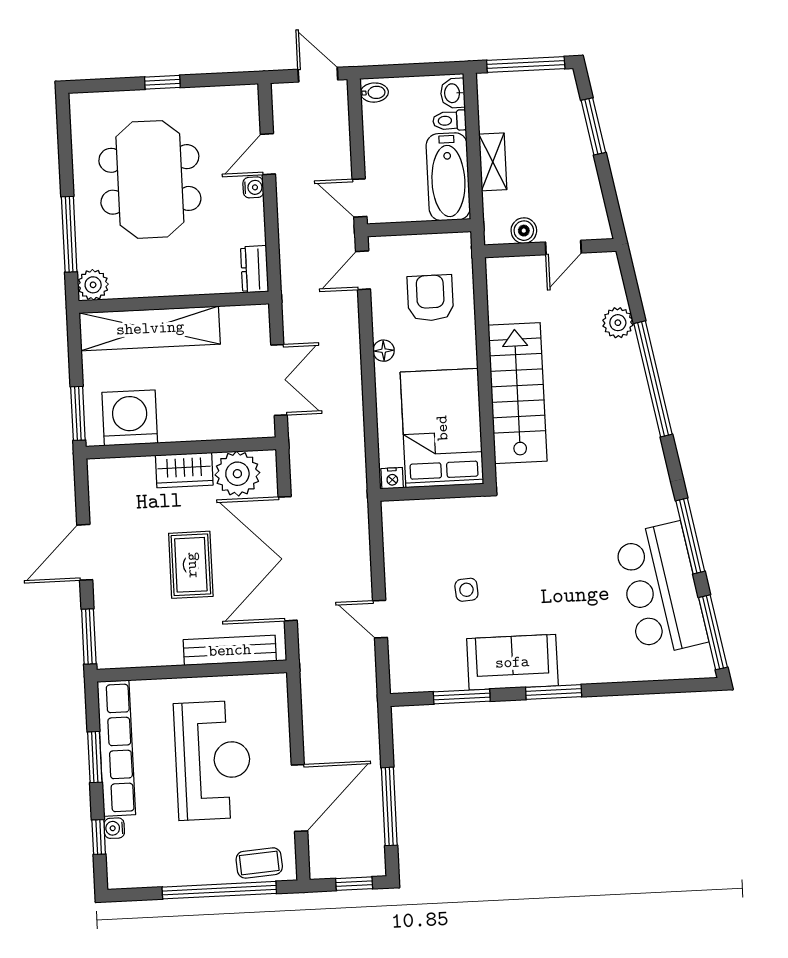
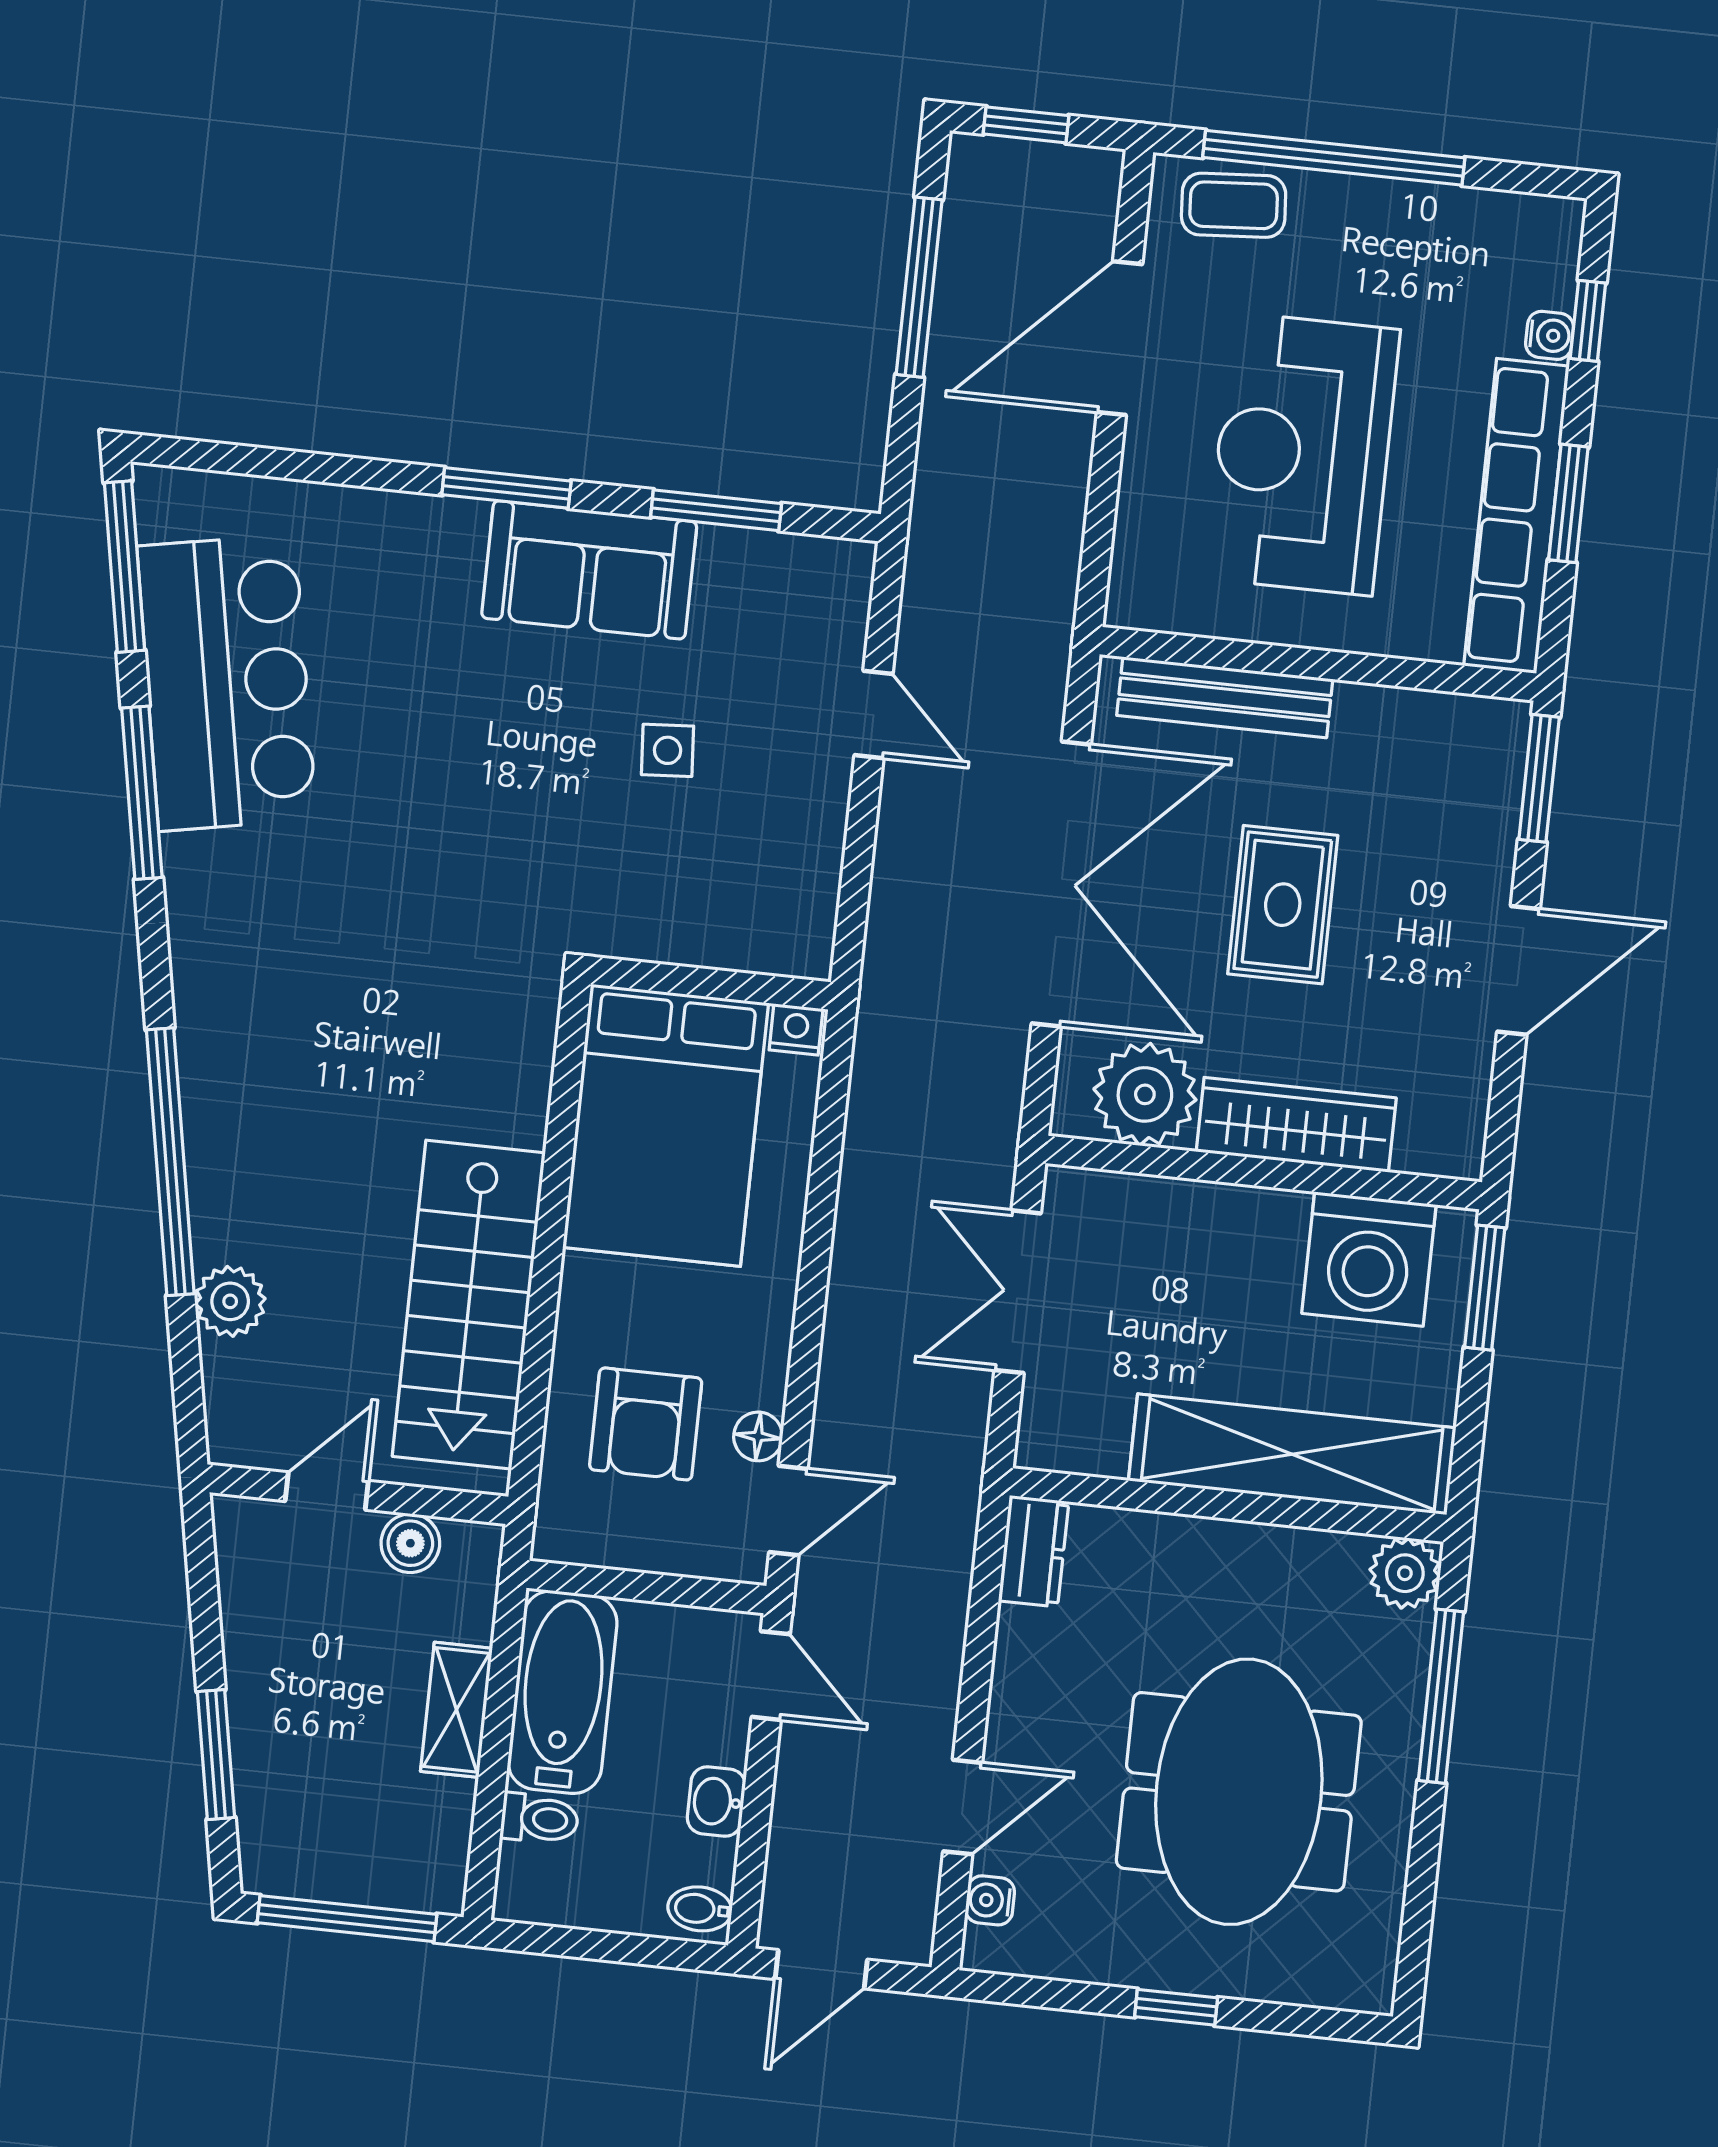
door: (318, 75) -> (821, 1969), hinge flipped
washbasin: (453, 93) -> (716, 1801), moved, turned 180
water cooler: (253, 187) -> (990, 1900), moved
floor lamp: (384, 351) -> (758, 1436), moved
stairs: (517, 393) -> (469, 1305), moved
wardrobe: (184, 470) -> (1296, 1125), width x1.50

